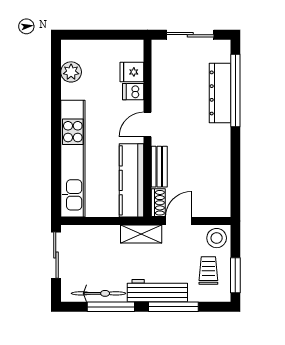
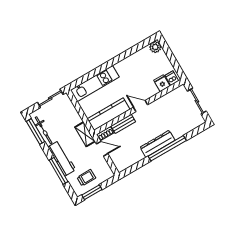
plant: (71, 72) -> (155, 47), moved
window: (235, 91) -> (167, 148), moved
dishwasher: (133, 92) -> (172, 78), moved
dresser: (220, 93) -> (157, 144), moved
kitchen unit: (73, 159) -> (95, 84), width x0.73
stool: (217, 238) -> (105, 172), removed
window: (111, 307) -> (35, 132), moved

